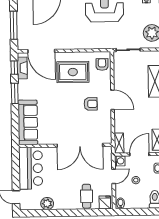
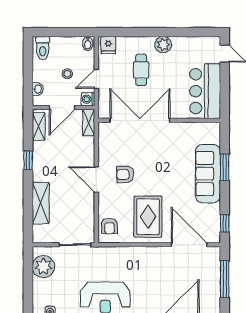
fireplace: (22, 68) -> (214, 223), removed
rug: (73, 72) -> (148, 217), turned 90
window: (15, 93) -> (225, 167), moved
sofa: (28, 122) -> (208, 174), moved
cafe table: (87, 196) -> (141, 70), moved
plant: (47, 204) -> (163, 45), moved

